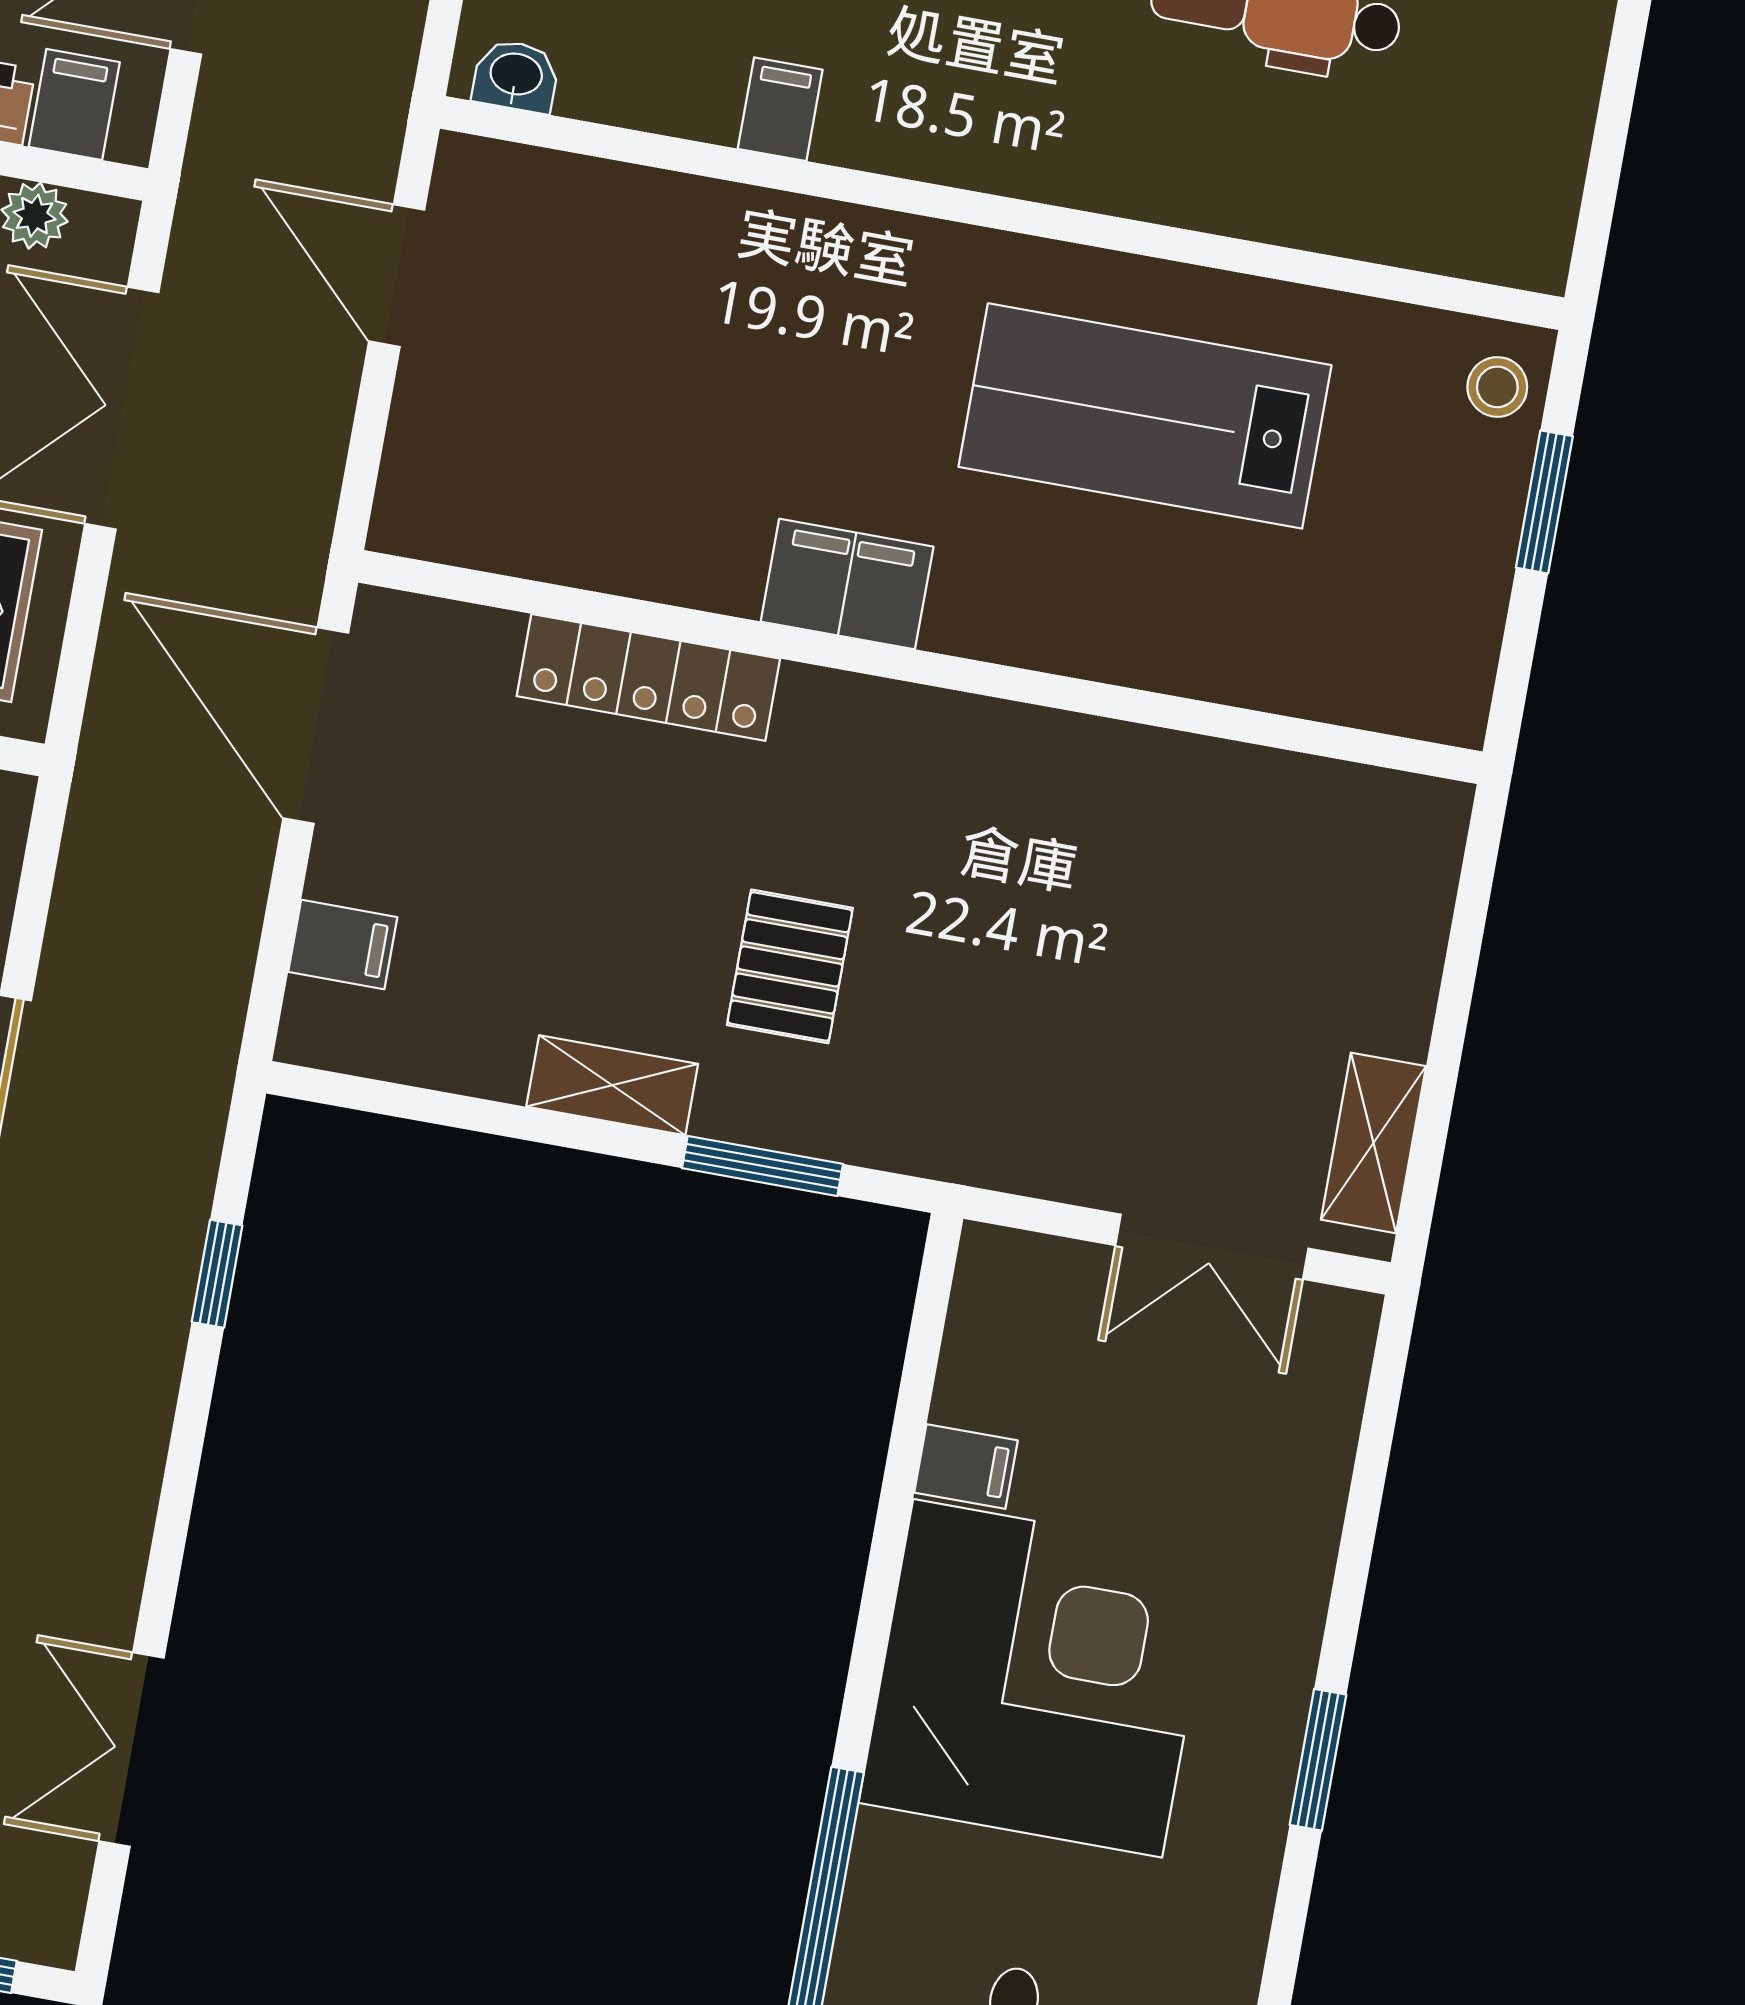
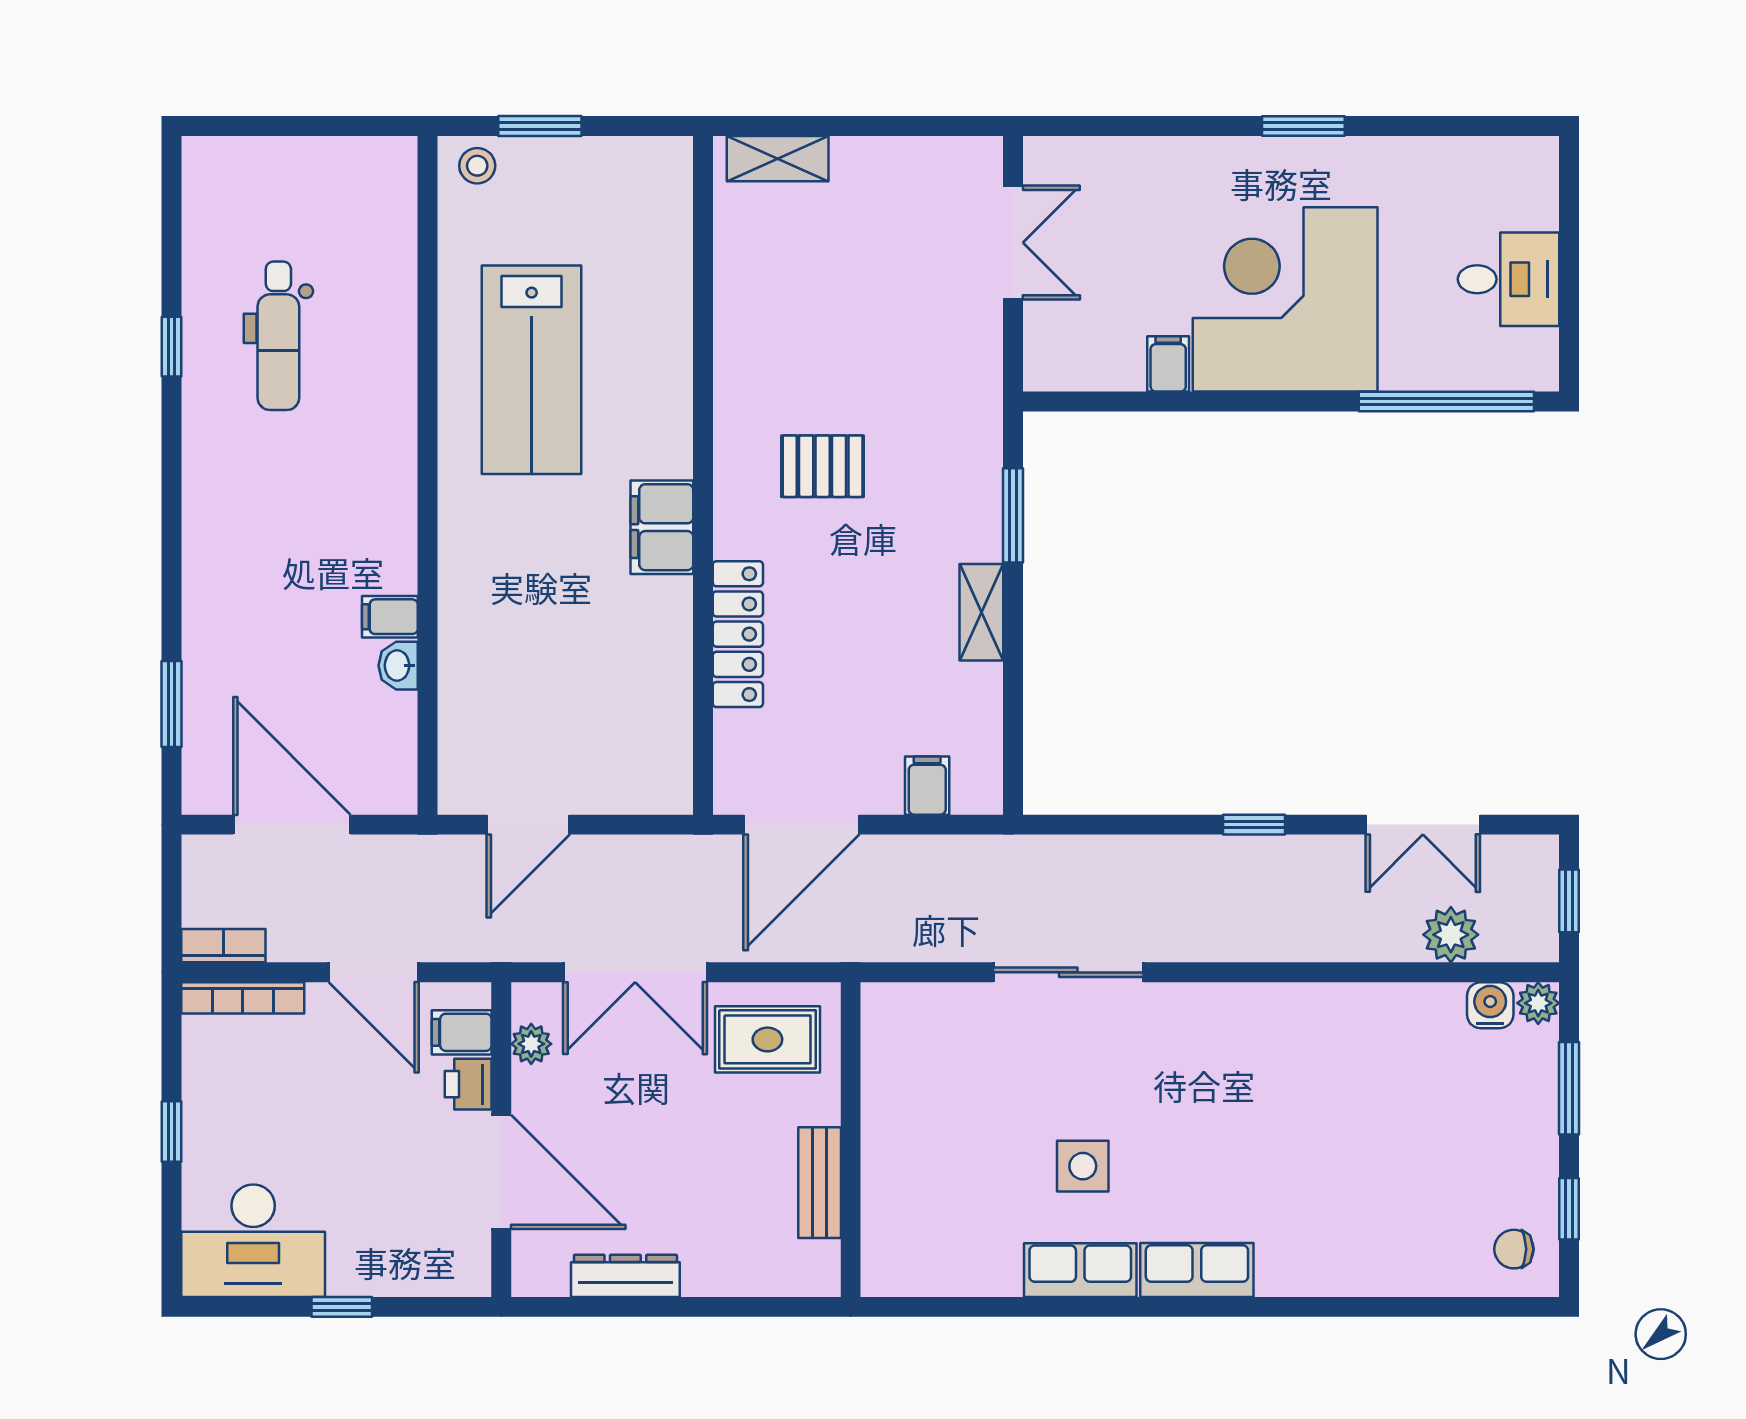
washbasin: (516, 76) -> (398, 666), moved
pallet: (790, 966) -> (823, 466), moved
shelving: (1373, 1143) -> (778, 159), moved
window: (217, 1274) -> (1254, 825), moved

